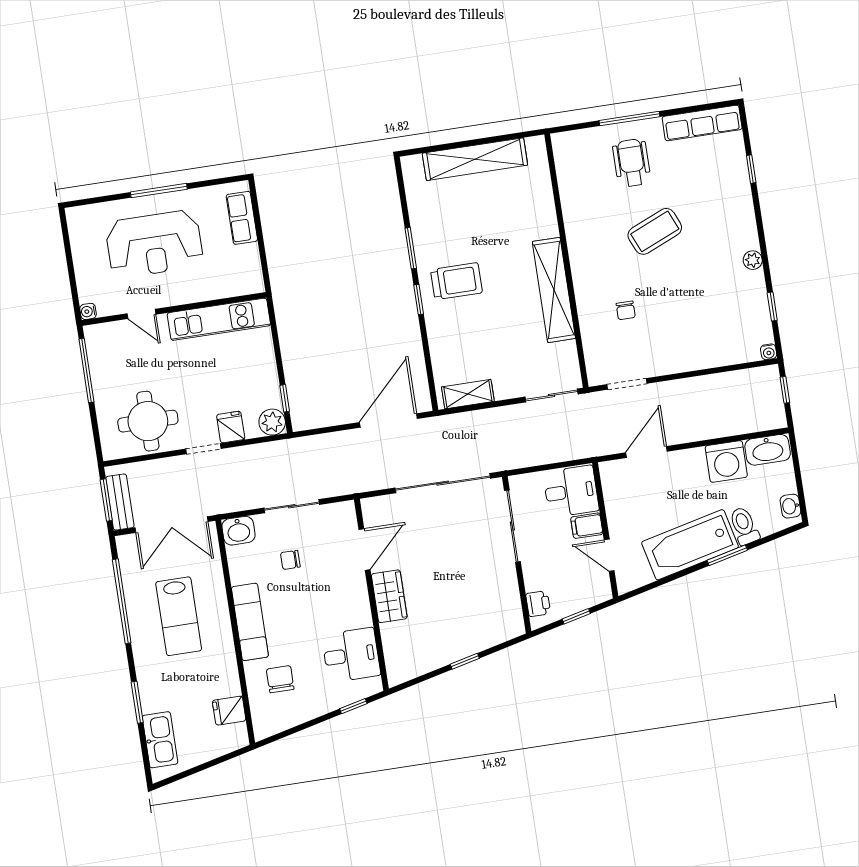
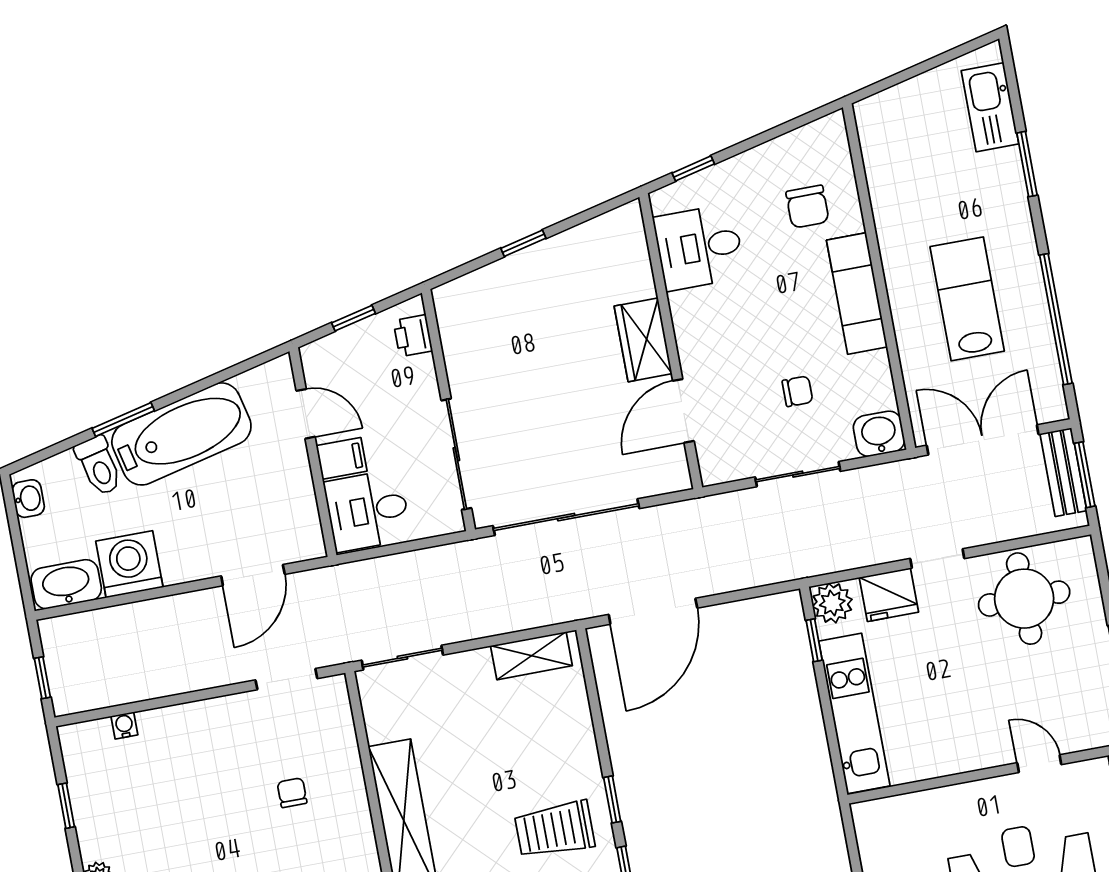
kitchen unit: (219, 319) -> (854, 713), moved, turned 90
water cooler: (769, 352) -> (124, 725), moved
fridge: (231, 427) -> (889, 595), width x1.38
fridge: (229, 711) -> (885, 156), removed

